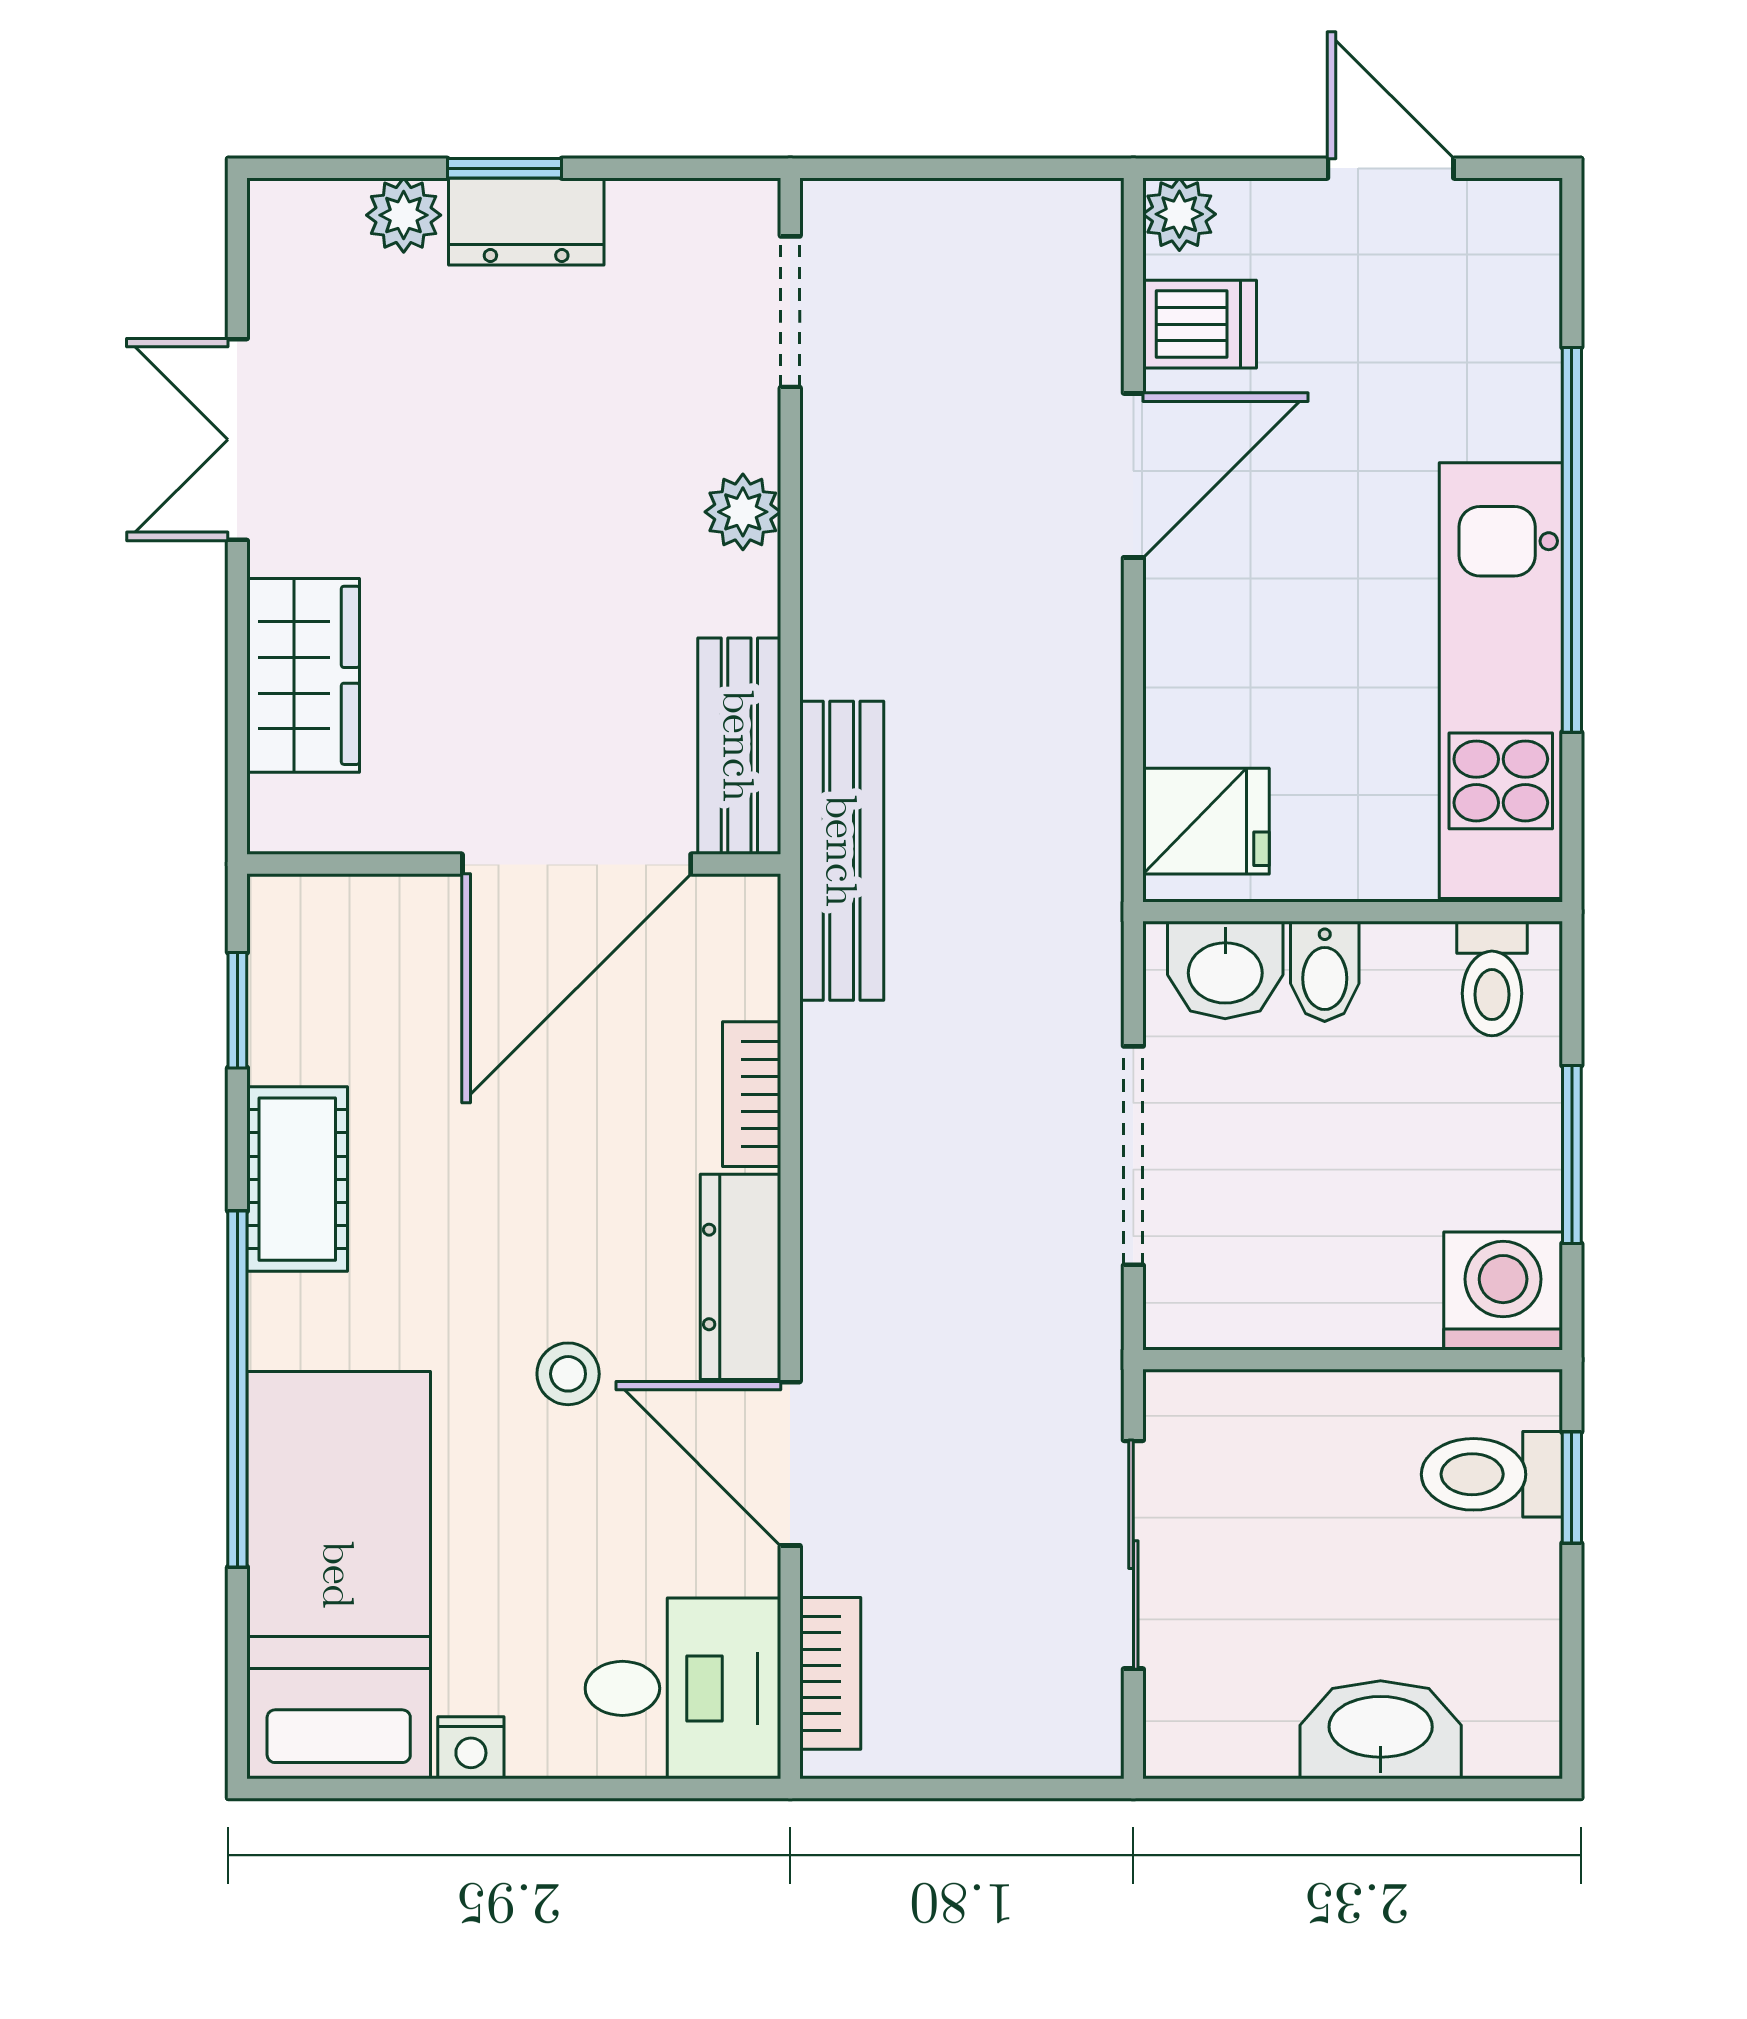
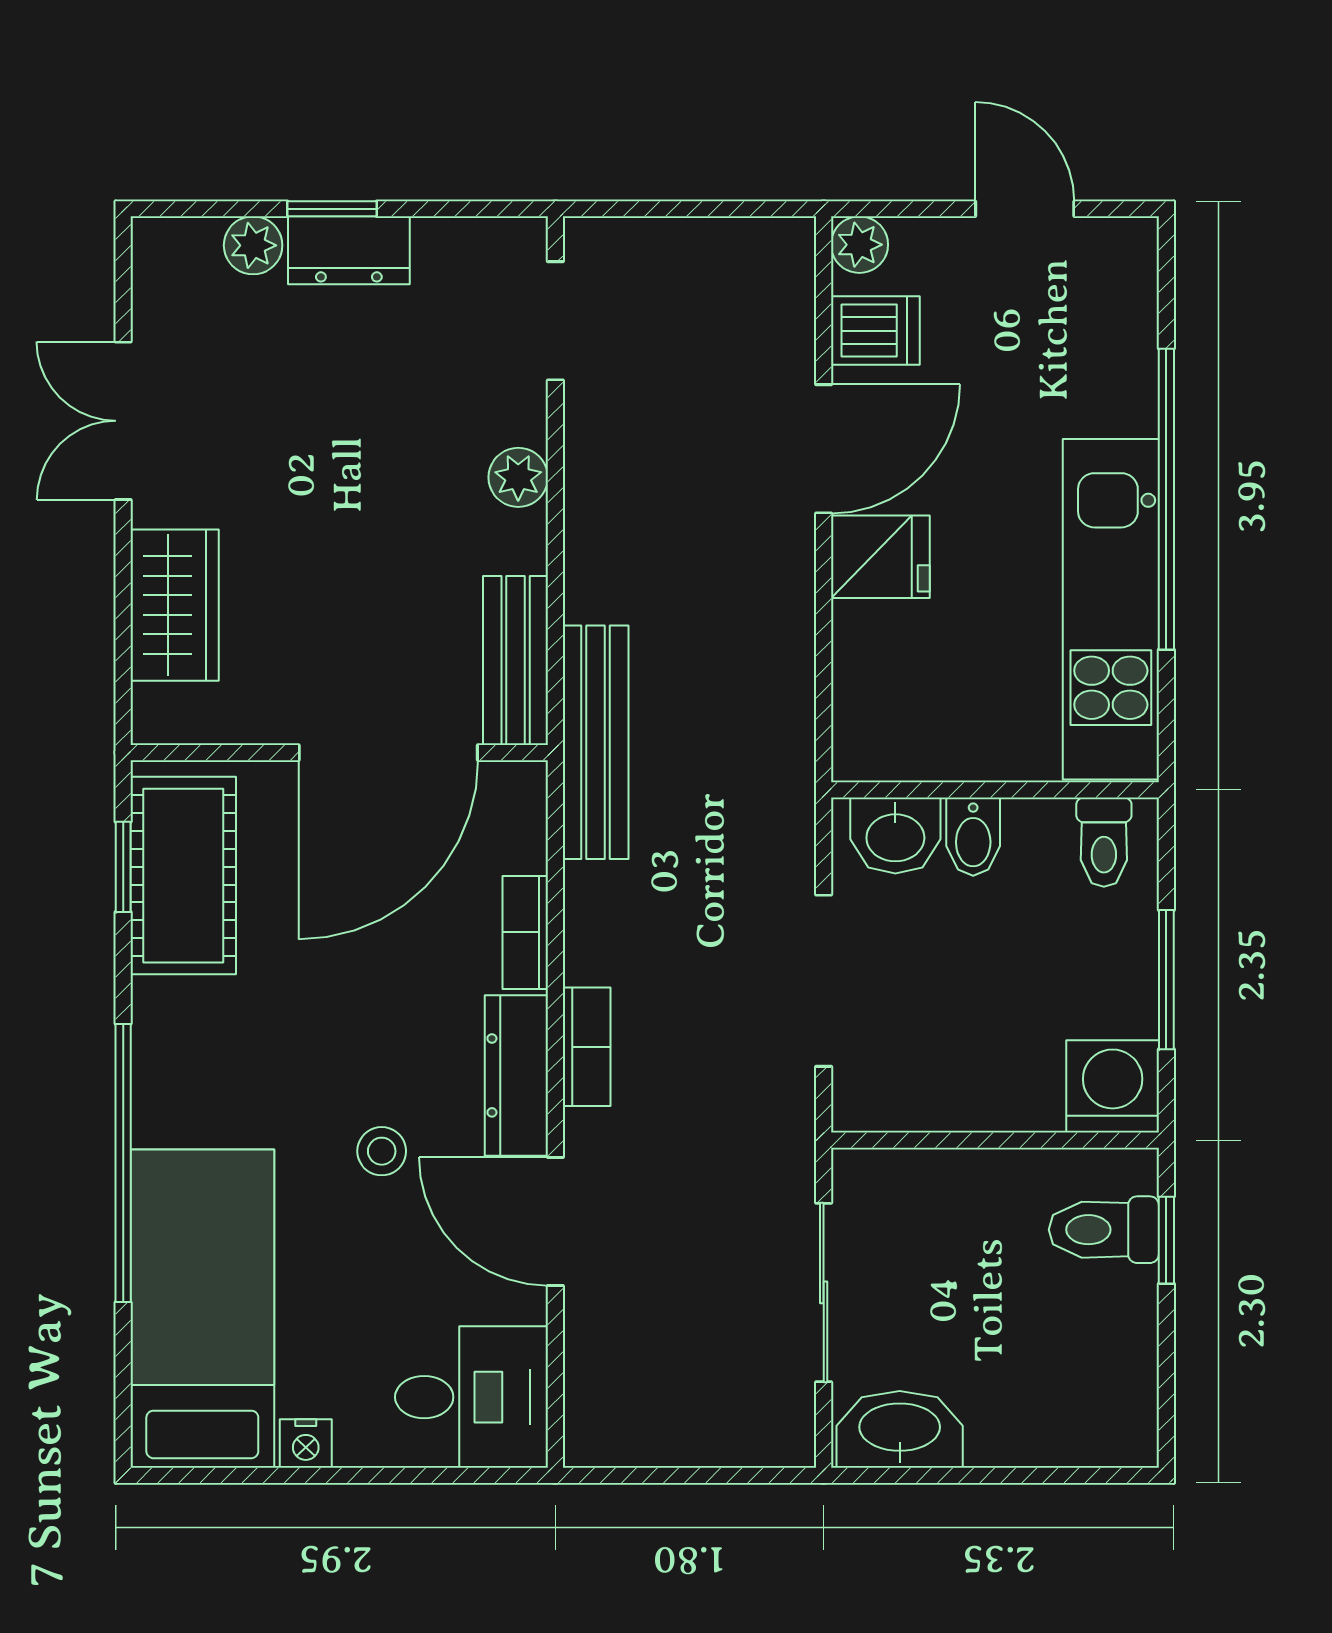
fridge: (1206, 821) -> (880, 557), moved
cot: (297, 1179) -> (183, 876), moved, width x1.37, depth x1.34
bookcase: (830, 1673) -> (587, 1047), moved
washbasin: (1381, 1730) -> (900, 1429), moved

